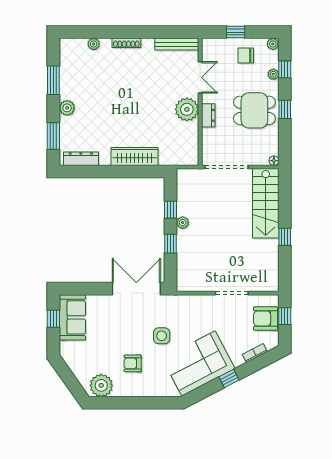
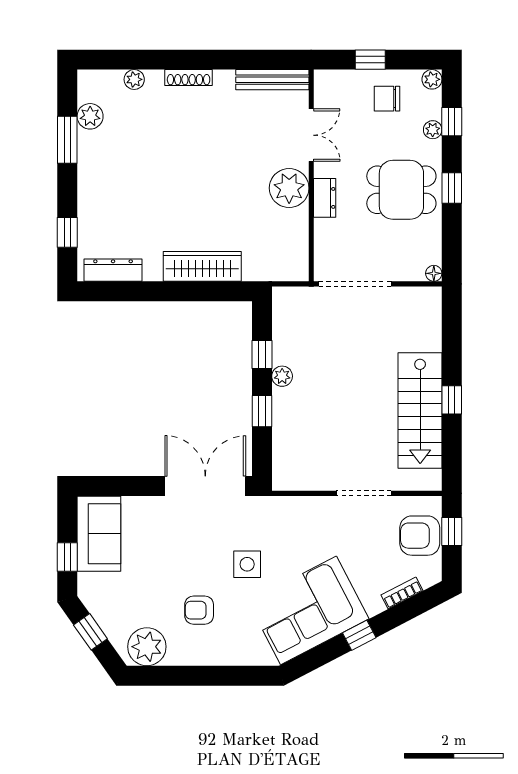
plant: (67, 108) -> (90, 116), moved
window: (53, 136) -> (67, 232), width x0.67
stairs: (266, 203) -> (420, 411), moved
window: (53, 319) -> (67, 557), moved
window: (67, 376) -> (90, 632), added

